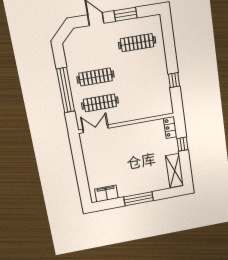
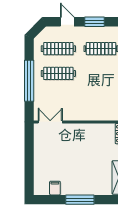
clothes rail: (100, 103) -> (58, 49), moved
filing cabinet: (106, 194) -> (55, 188), width x0.50

